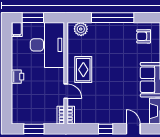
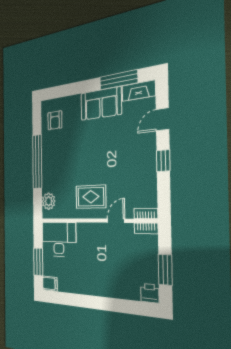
desk: (47, 45) -> (59, 239), width x0.73, depth x0.77
printer: (17, 77) -> (150, 293), moved

